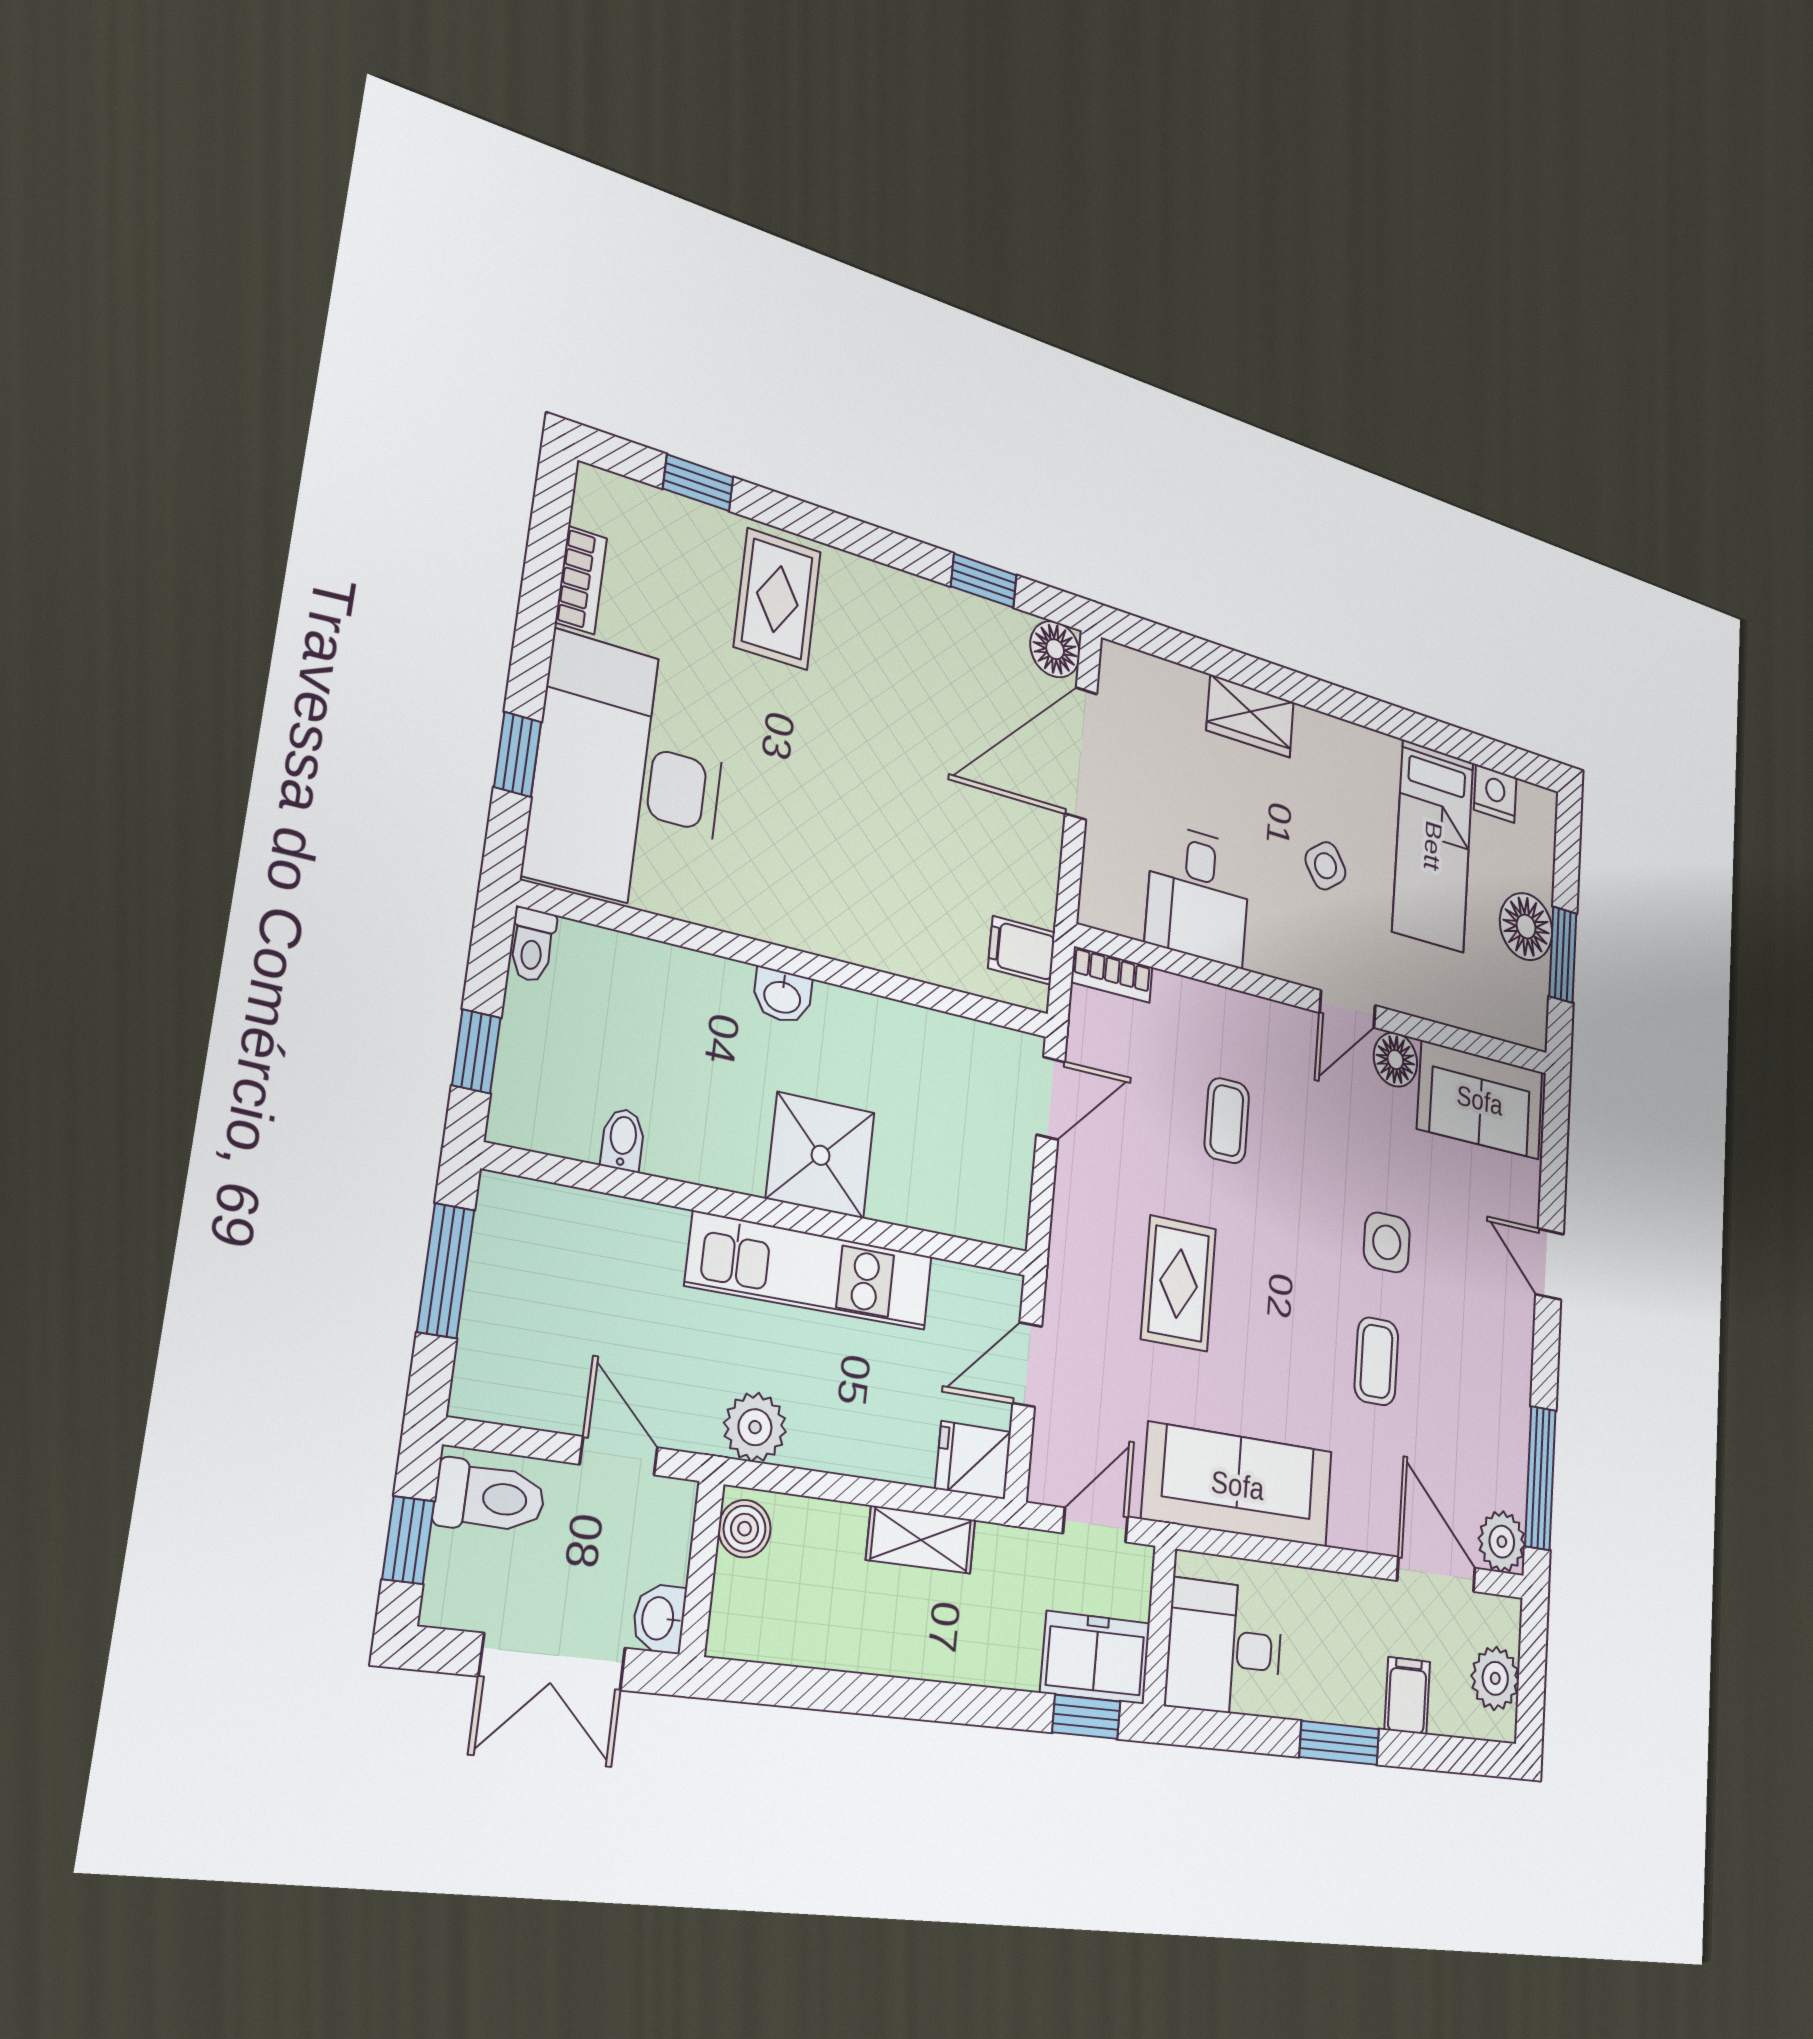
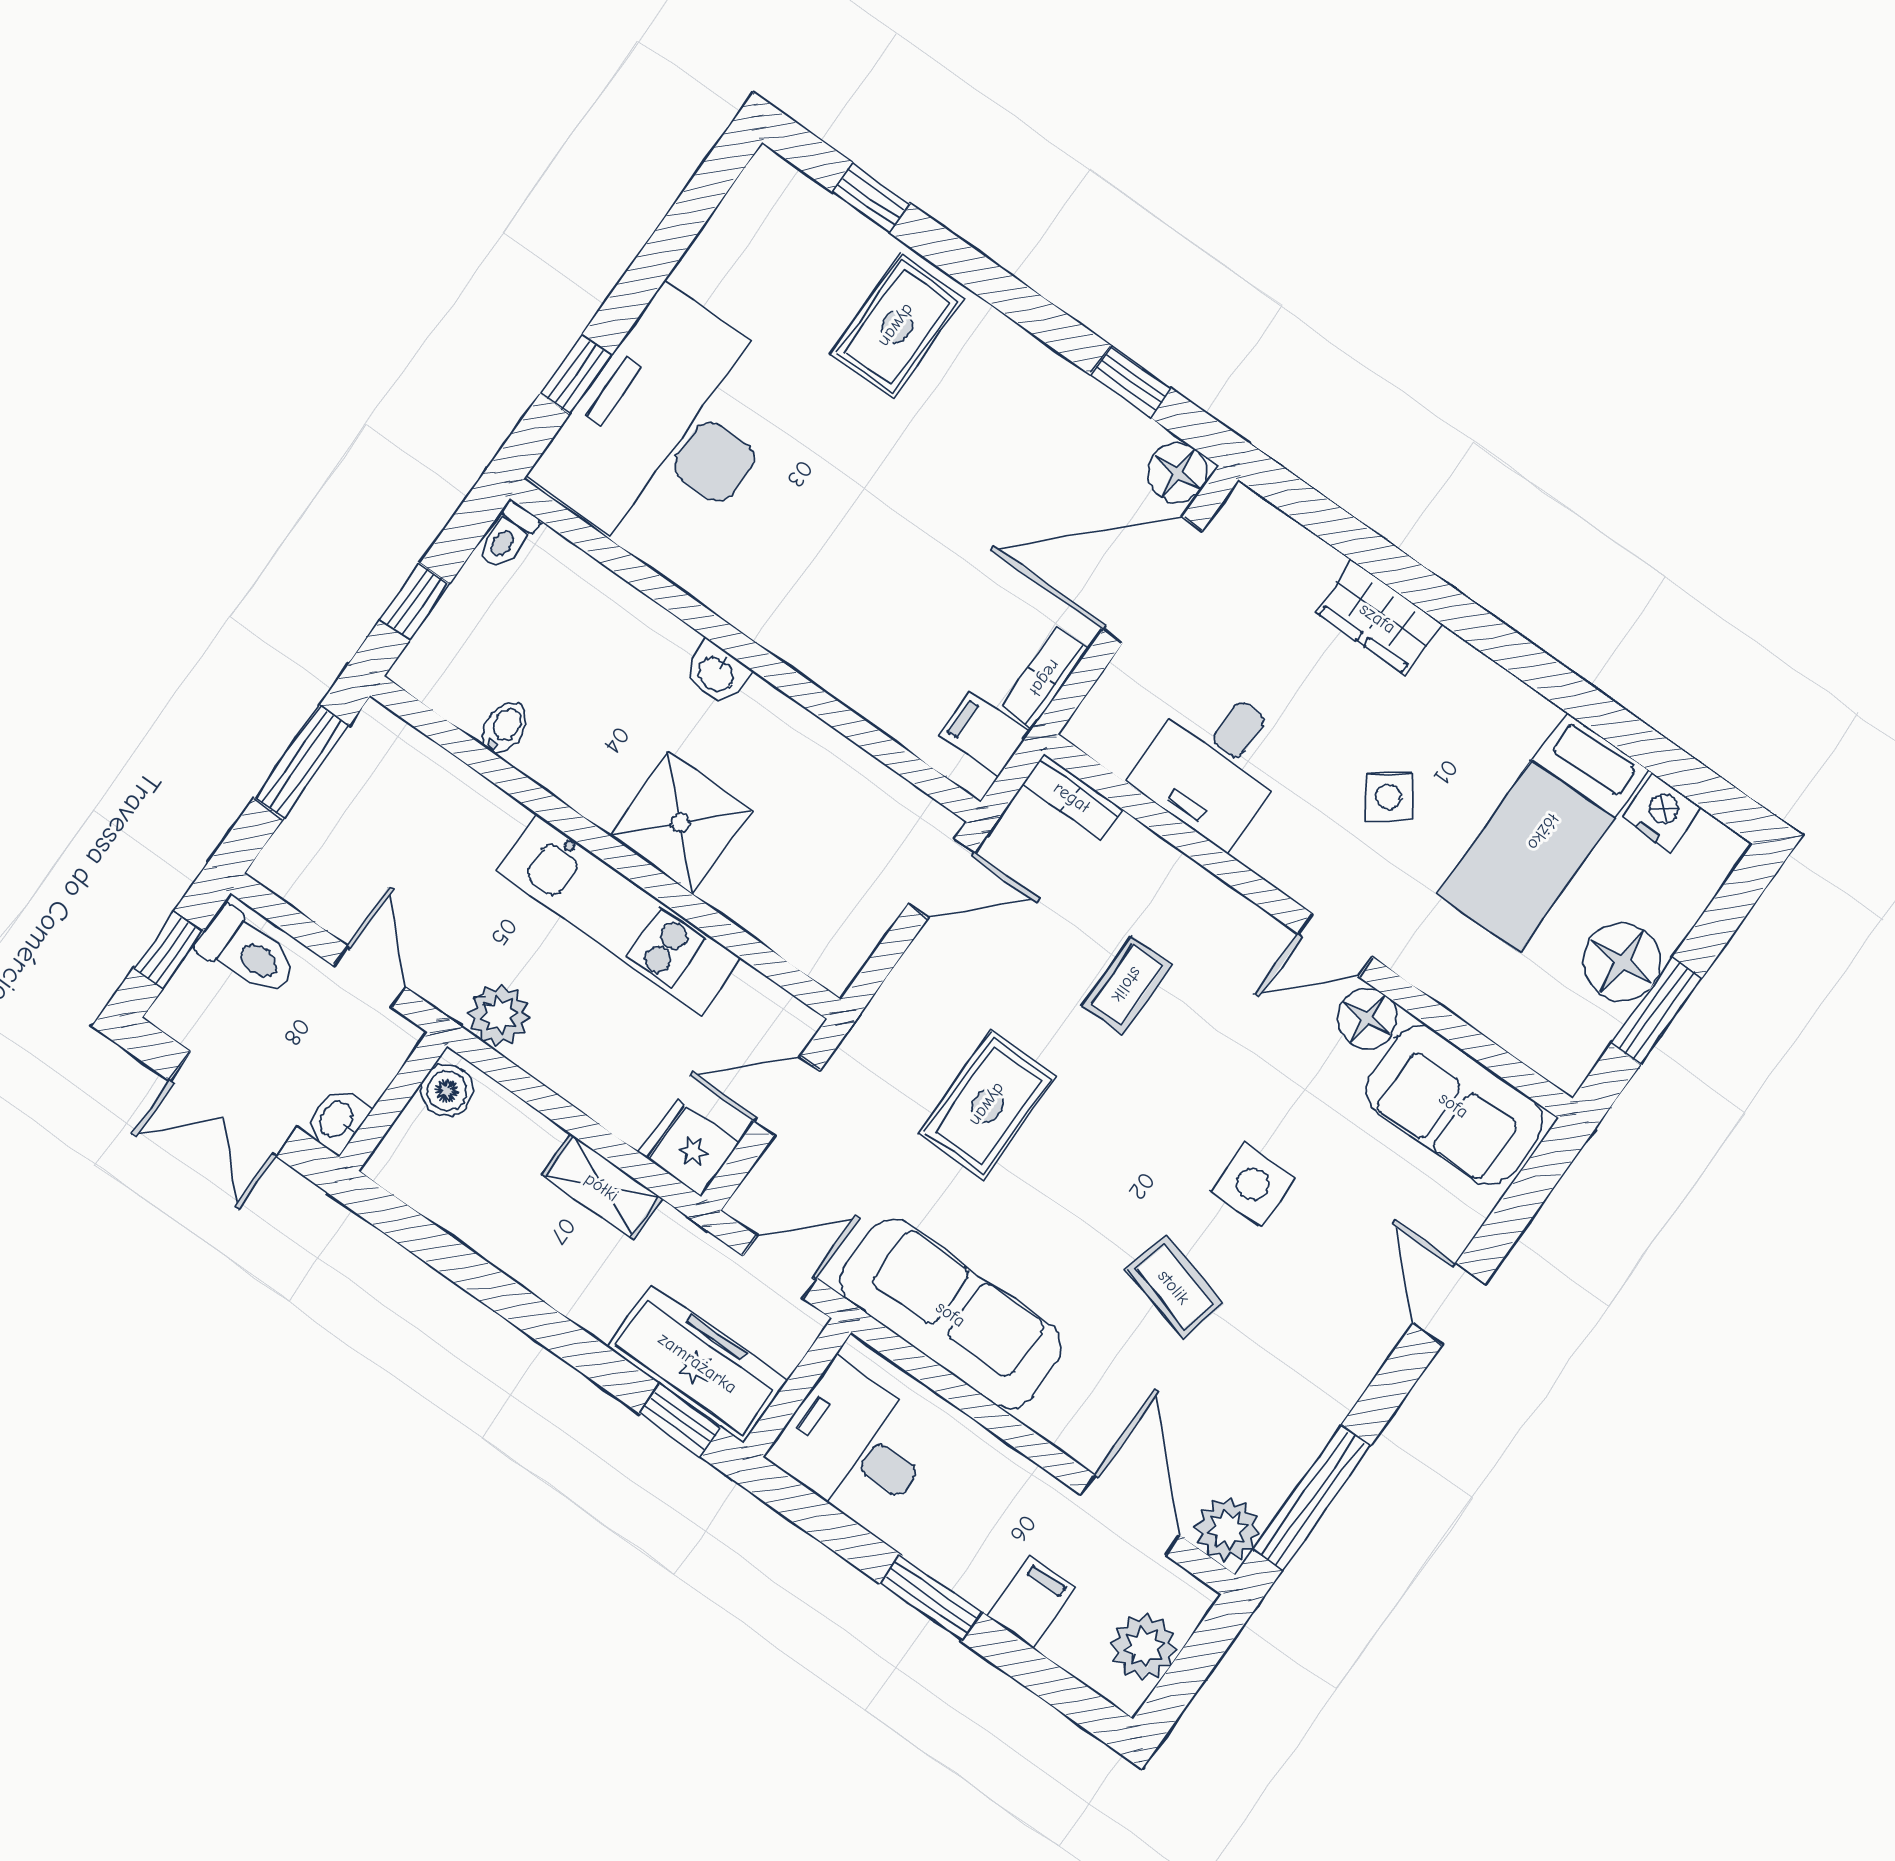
bookcase: (581, 580) -> (1045, 678), moved, turned 180
coffee table: (1376, 1361) -> (1174, 1287), turned -75
freezer: (1095, 1658) -> (698, 1363), width x1.40

